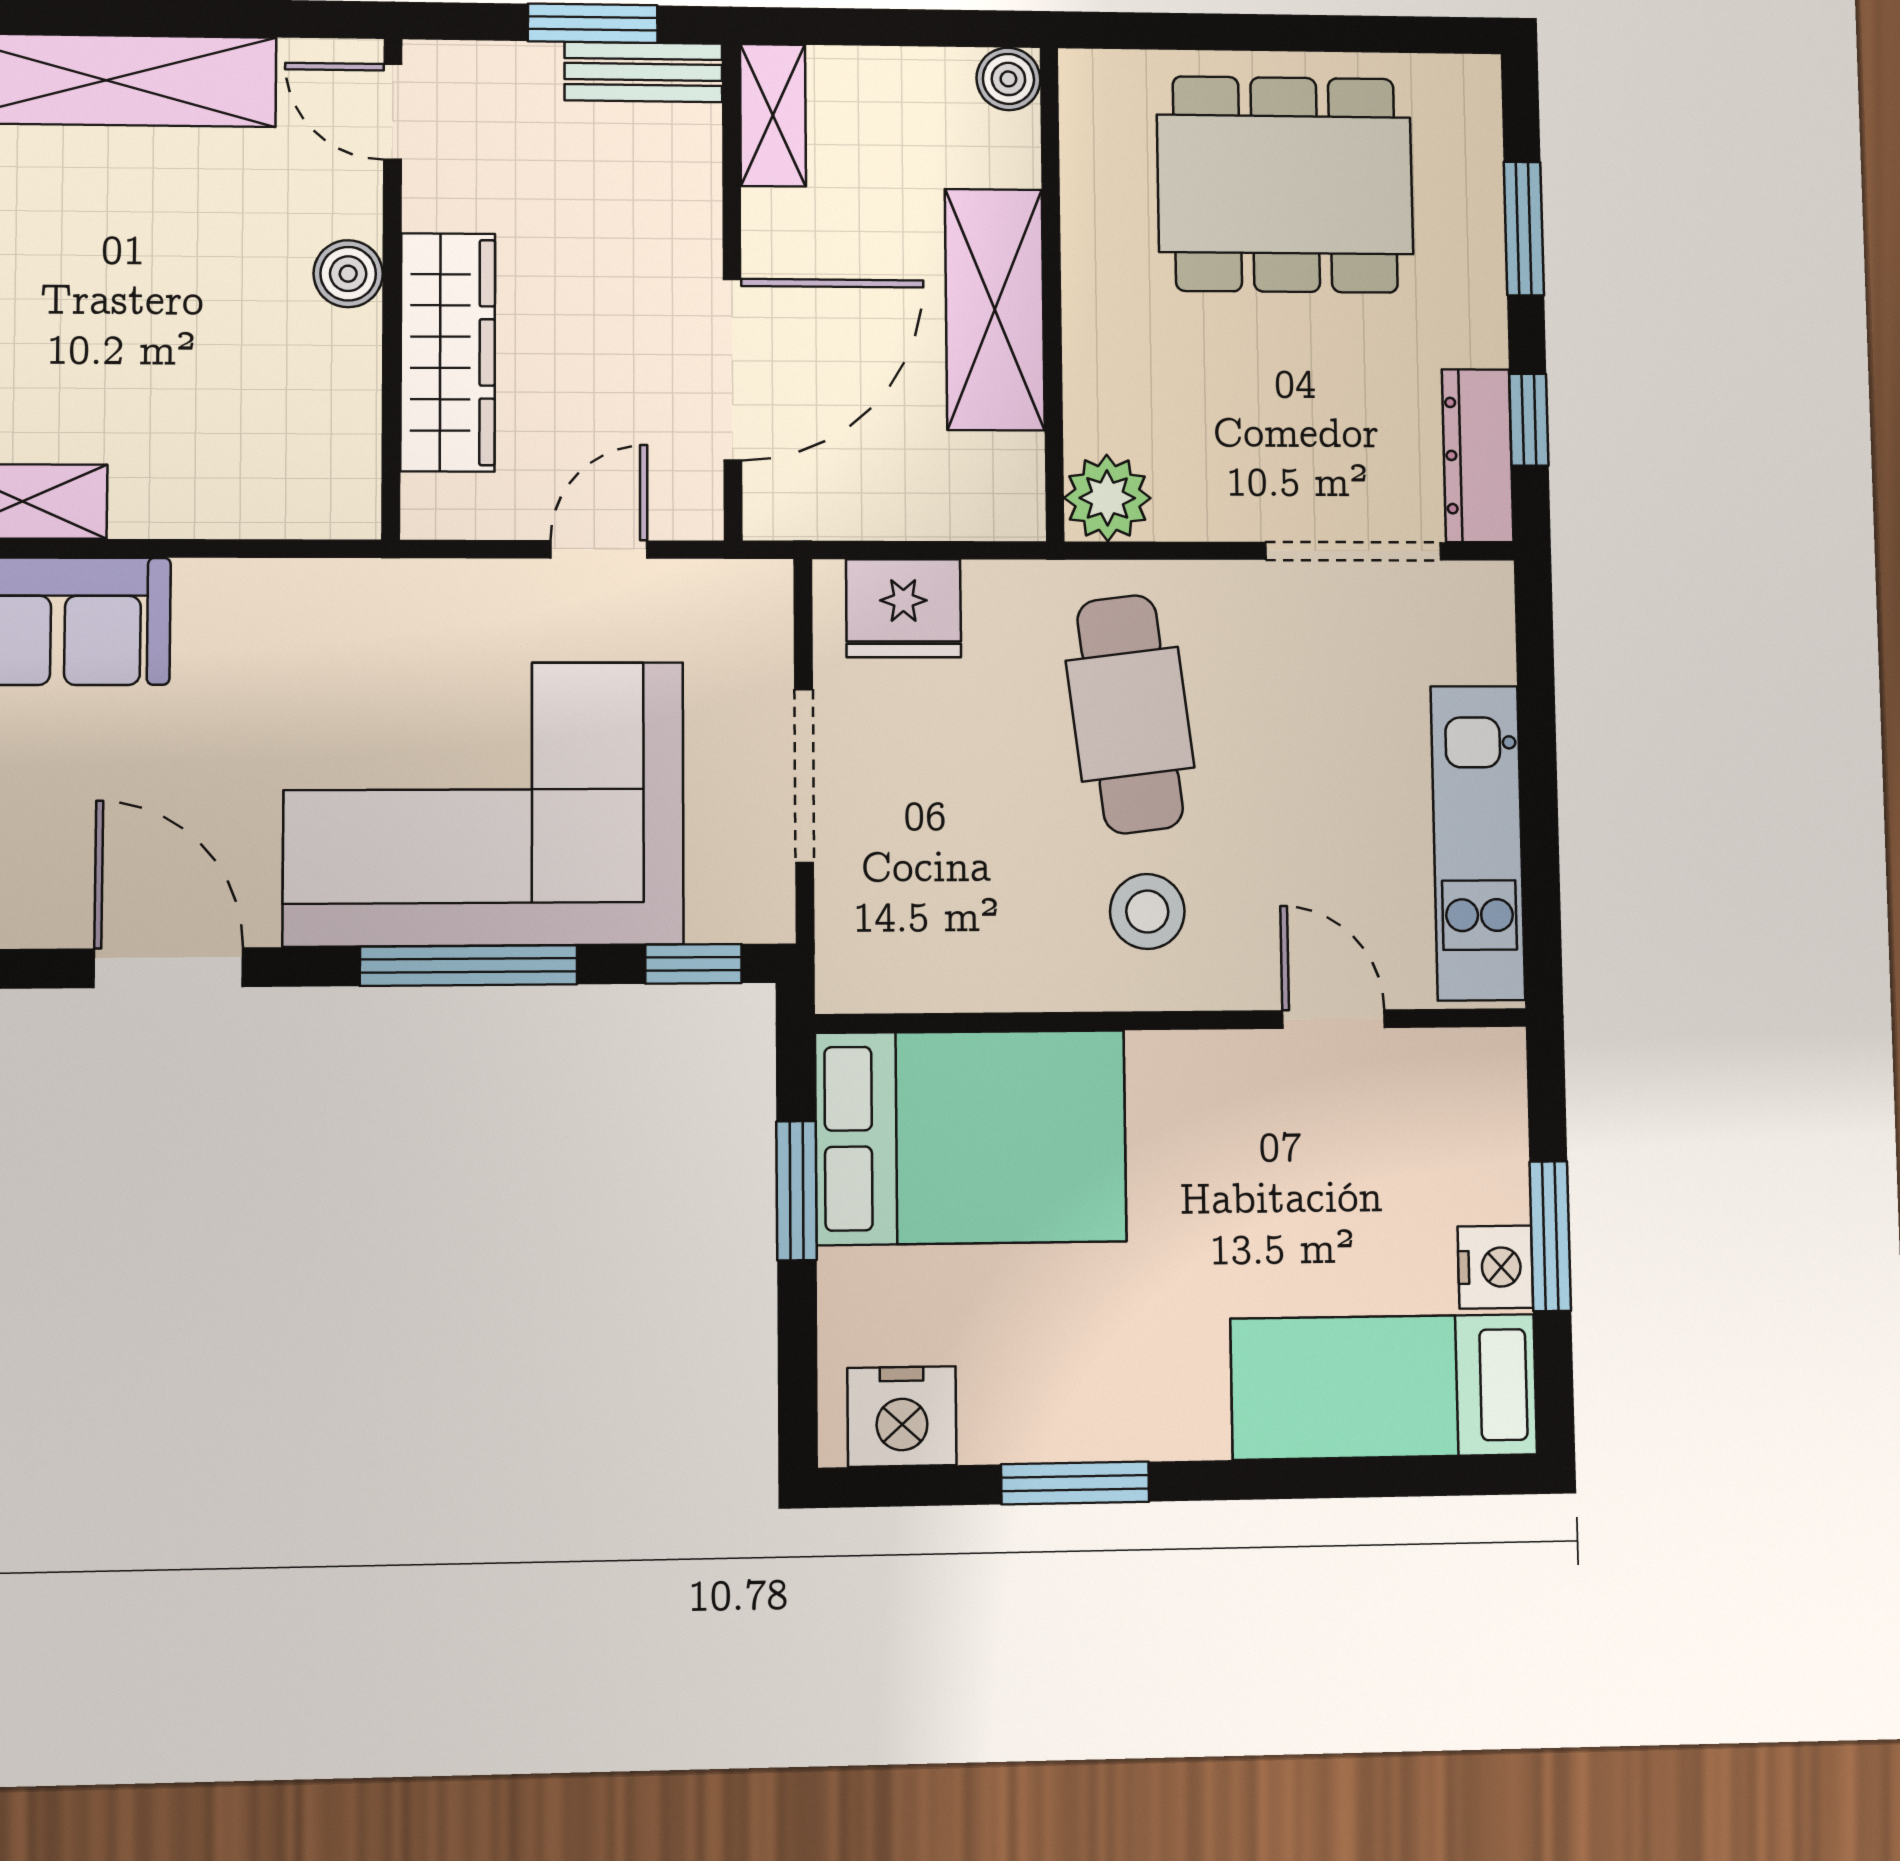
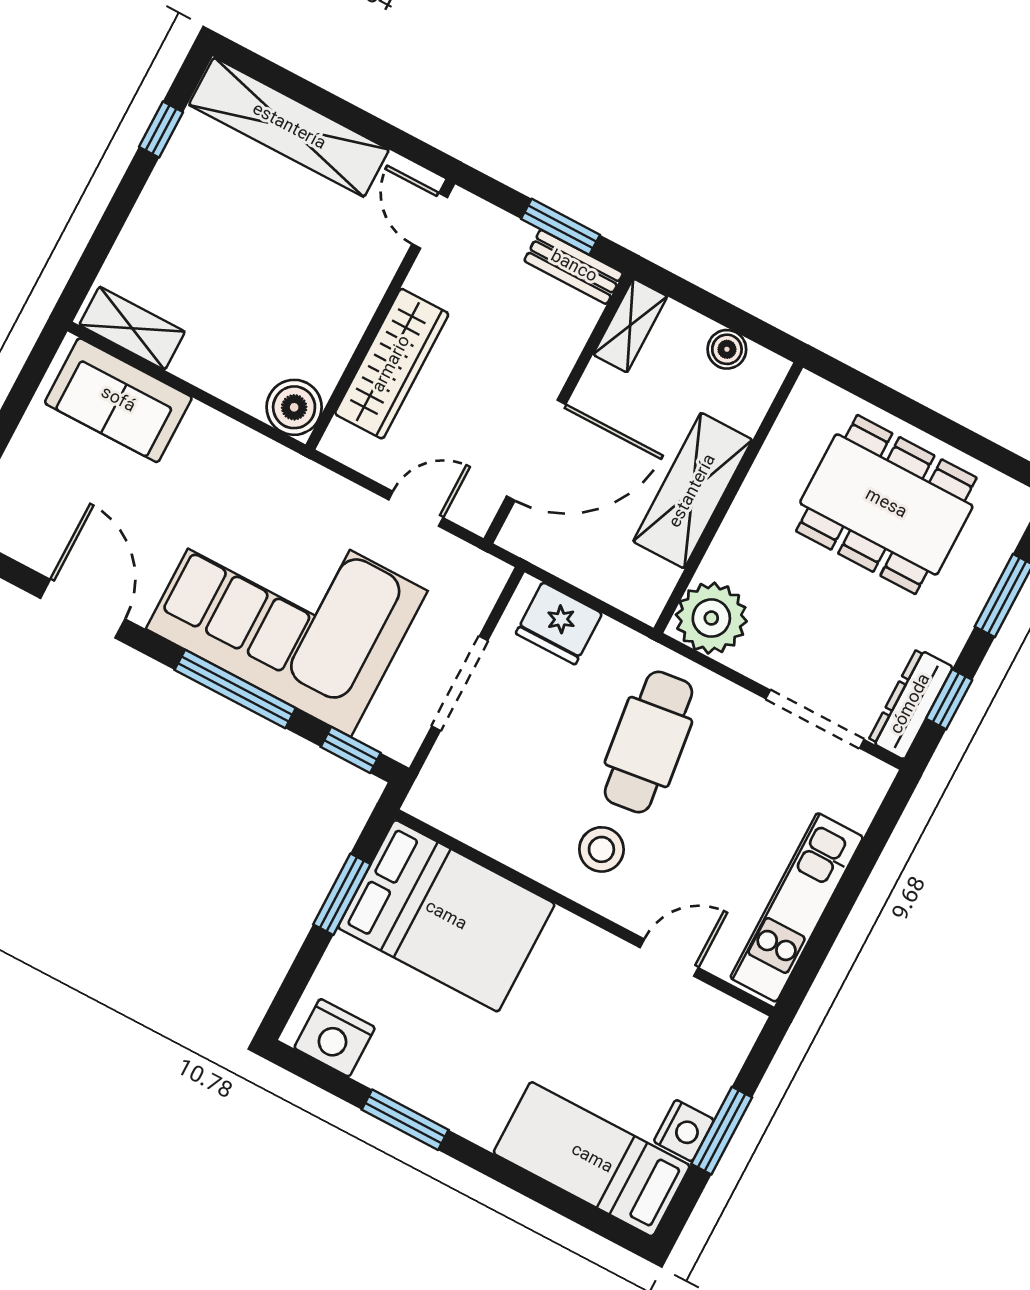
boiler: (1008, 79) -> (727, 349), moved
boiler: (348, 274) -> (294, 407), moved, width x1.36, depth x1.36
plant: (1107, 498) -> (711, 618), width x1.36, depth x1.36
door: (1334, 1019) -> (669, 958), hinge flipped

